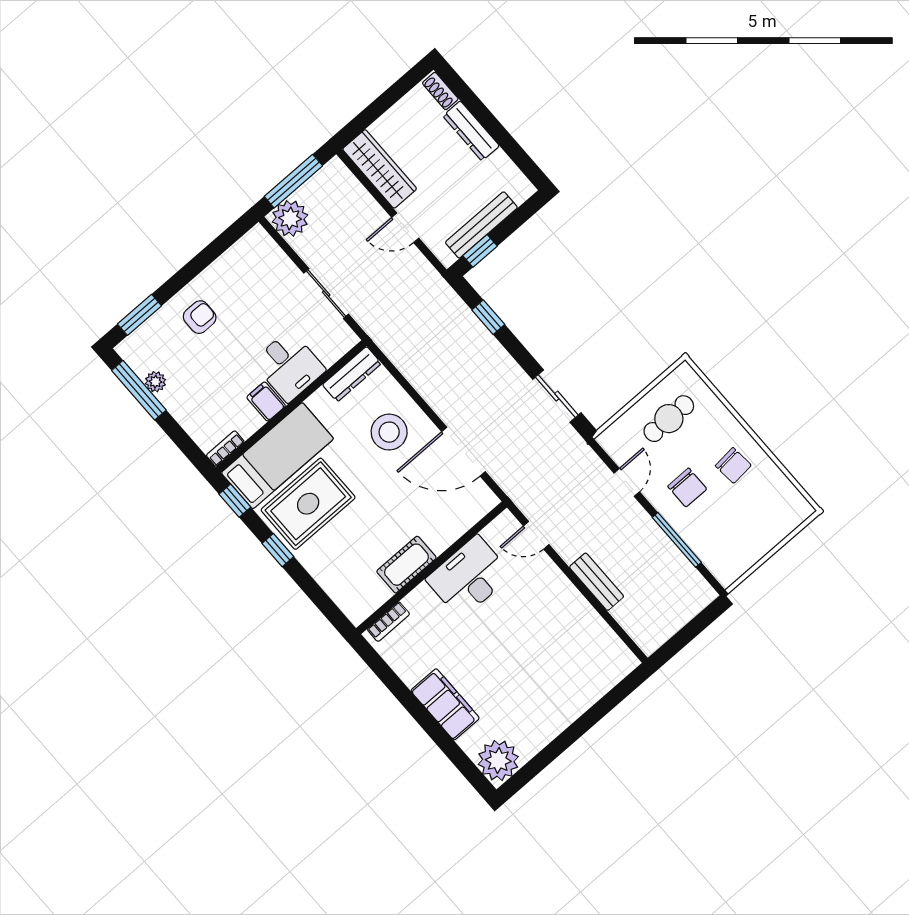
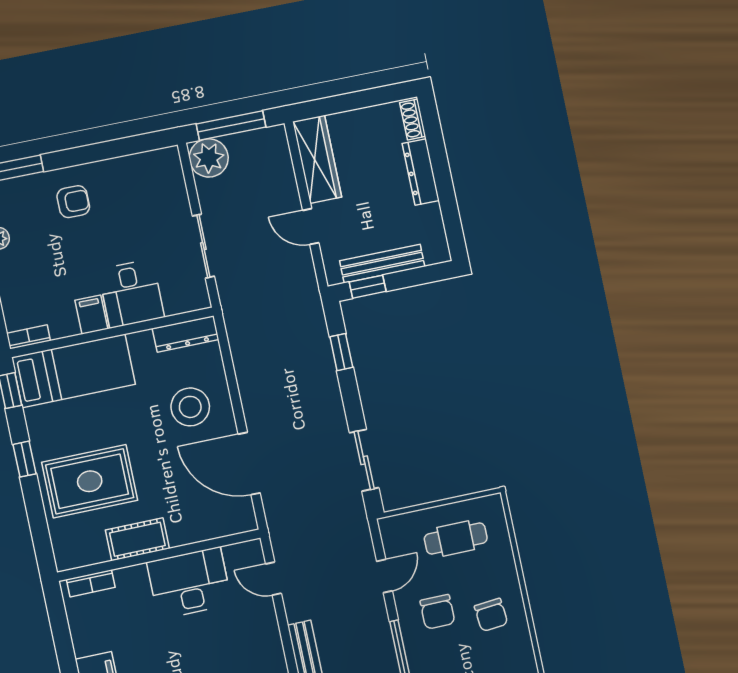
rug: (308, 504) -> (90, 481), moved

